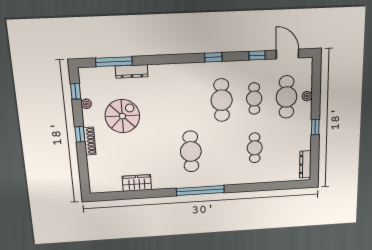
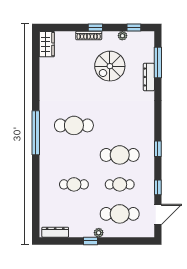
plant: (307, 96) -> (99, 233), moved
spiral stairs: (122, 116) -> (110, 66), turned 90
wardrobe: (137, 183) -> (47, 44), moved

